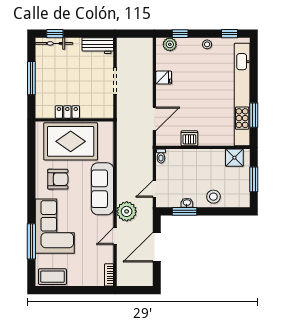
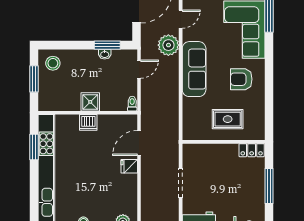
fridge: (164, 77) -> (129, 166), moved
locker: (67, 112) -> (252, 150), moved
dishwasher: (189, 138) -> (88, 122), moved
rug: (71, 141) -> (228, 119), width x0.54, depth x0.49
shower: (234, 158) -> (90, 102), moved
stool: (213, 197) -> (53, 63), moved

